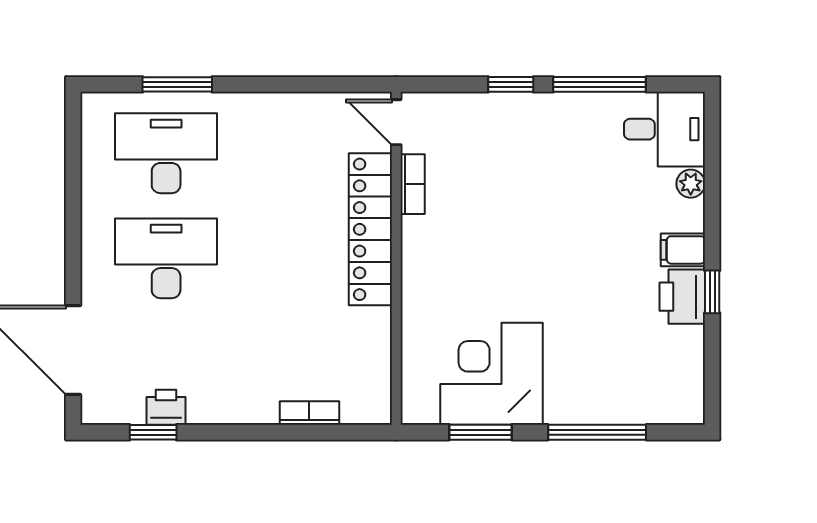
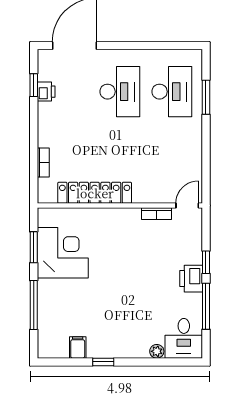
locker: (370, 229) -> (95, 193), moved
filing cabinet: (683, 250) -> (78, 347), moved
printer: (682, 297) -> (191, 279), moved, turned -90

